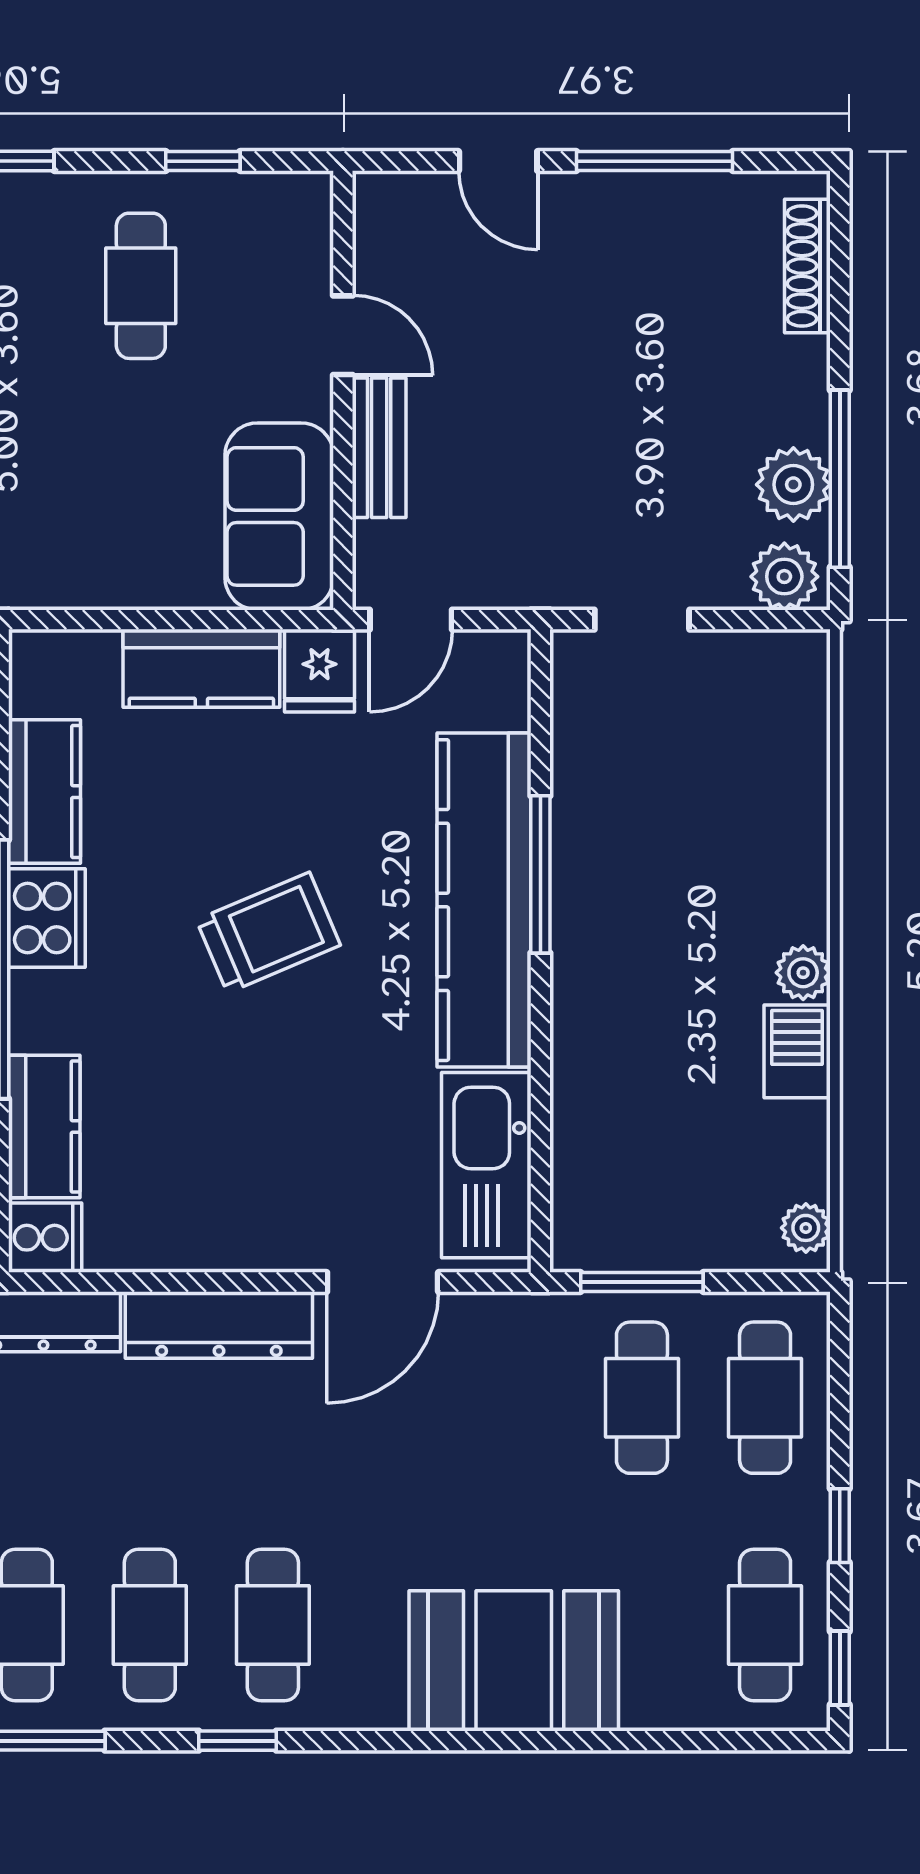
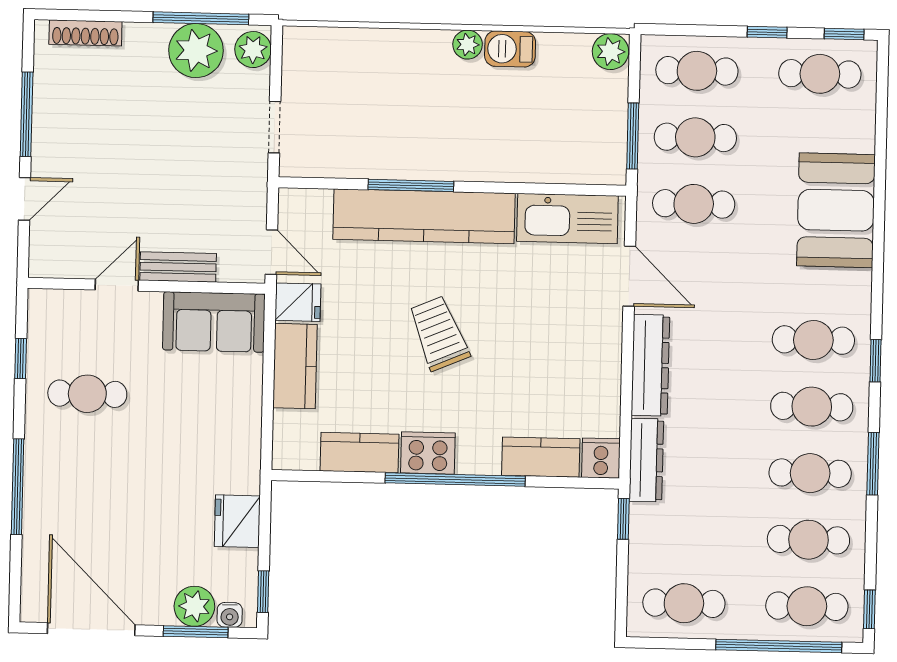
plant: (793, 485) -> (196, 51), width x1.36, depth x1.36
plant: (806, 1228) -> (611, 52), width x1.38, depth x1.38
cafe table: (519, 1398) -> (694, 204), added

